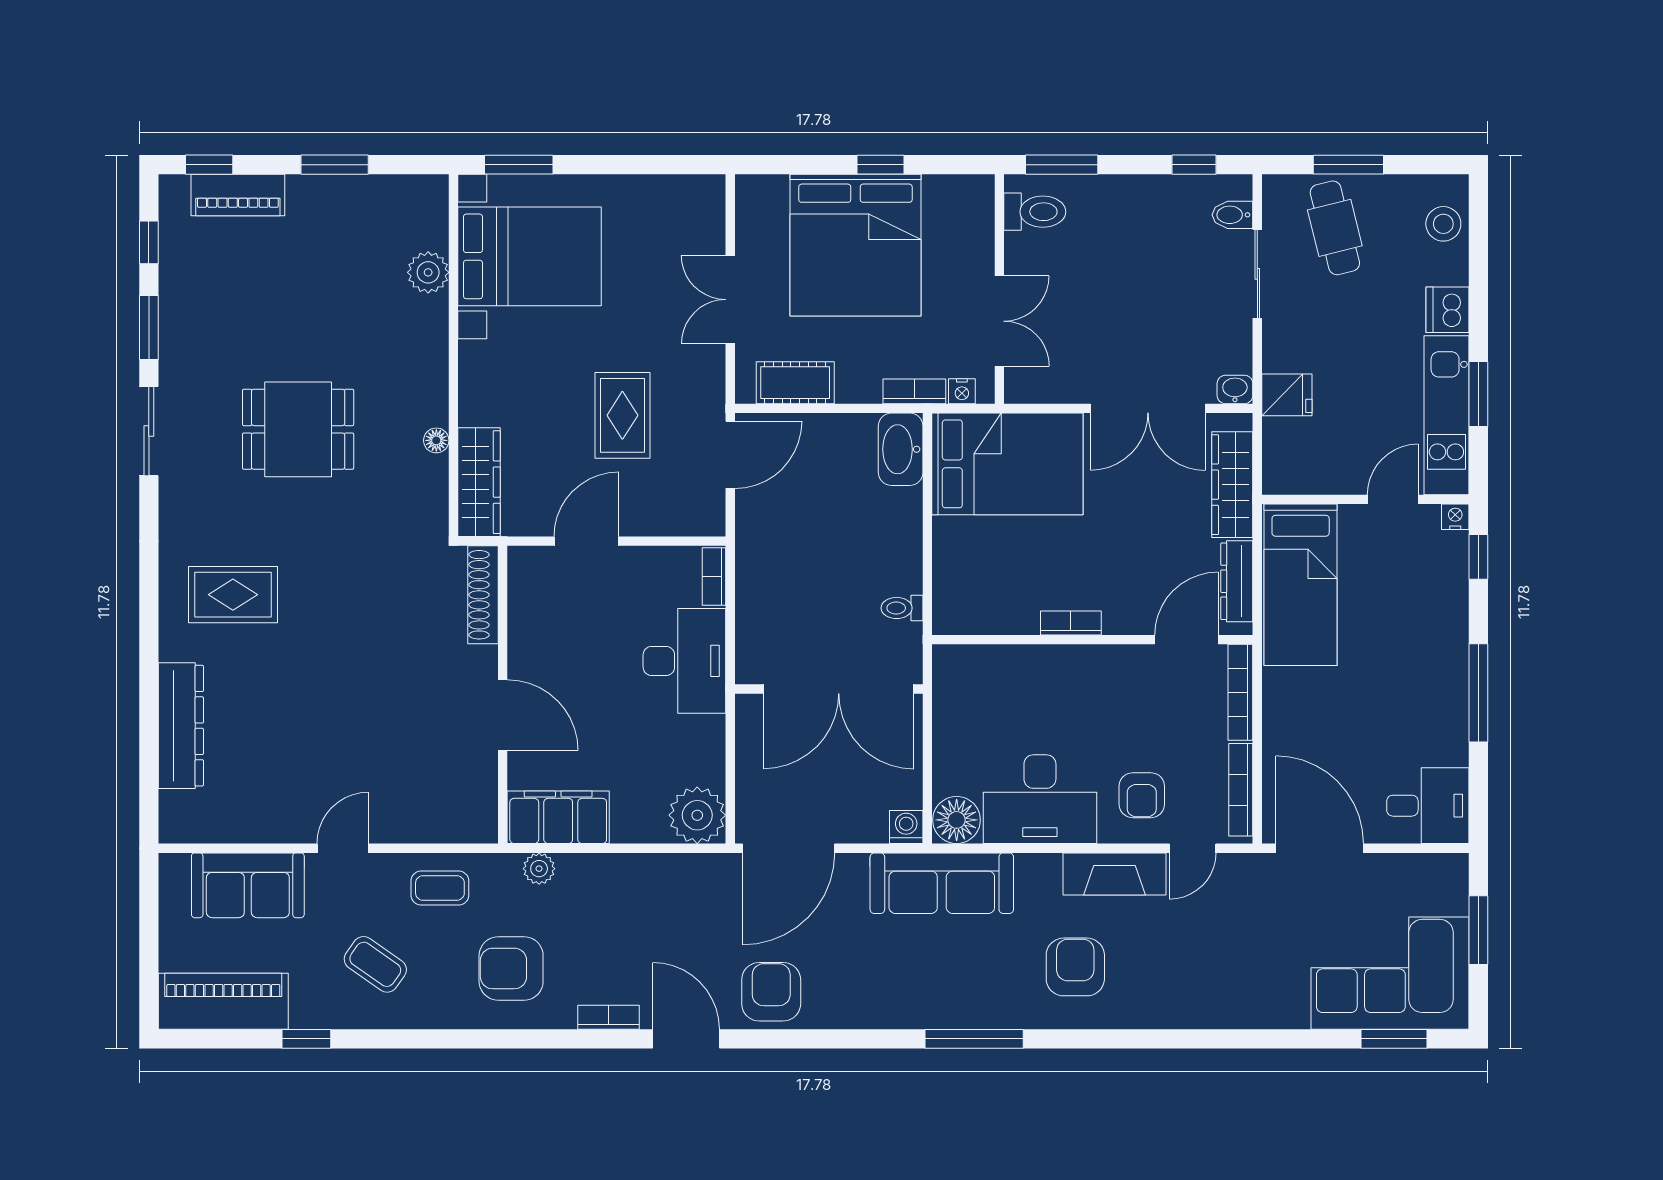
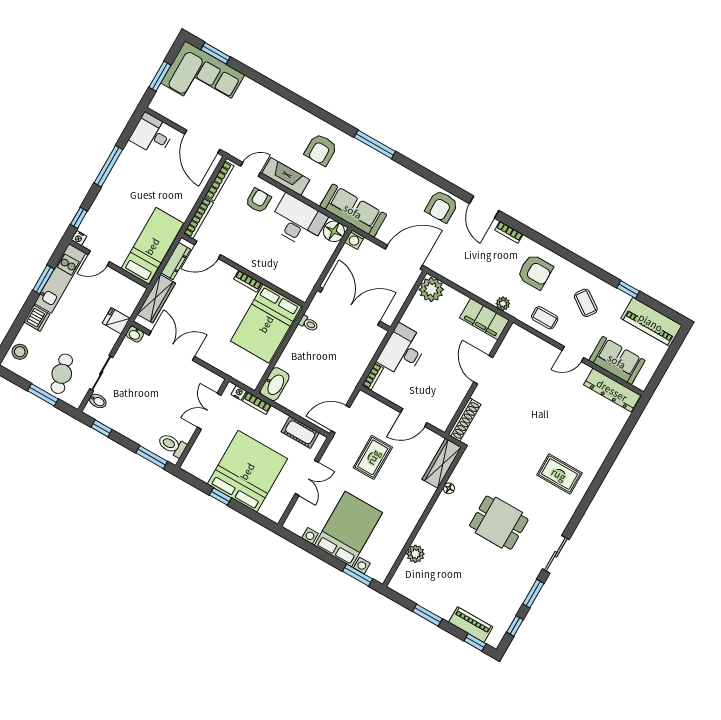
bed with nightstands: (530, 256) -> (348, 529), moved, turned 90
bed: (1007, 464) -> (266, 324), moved, turned -90
dresser: (181, 726) -> (612, 390), moved, turned -90

